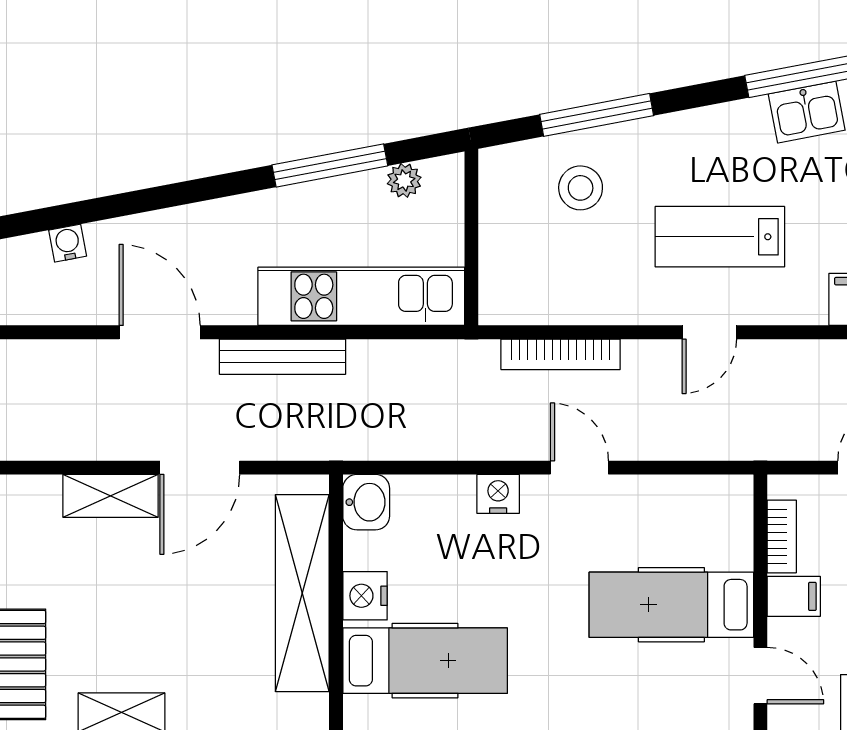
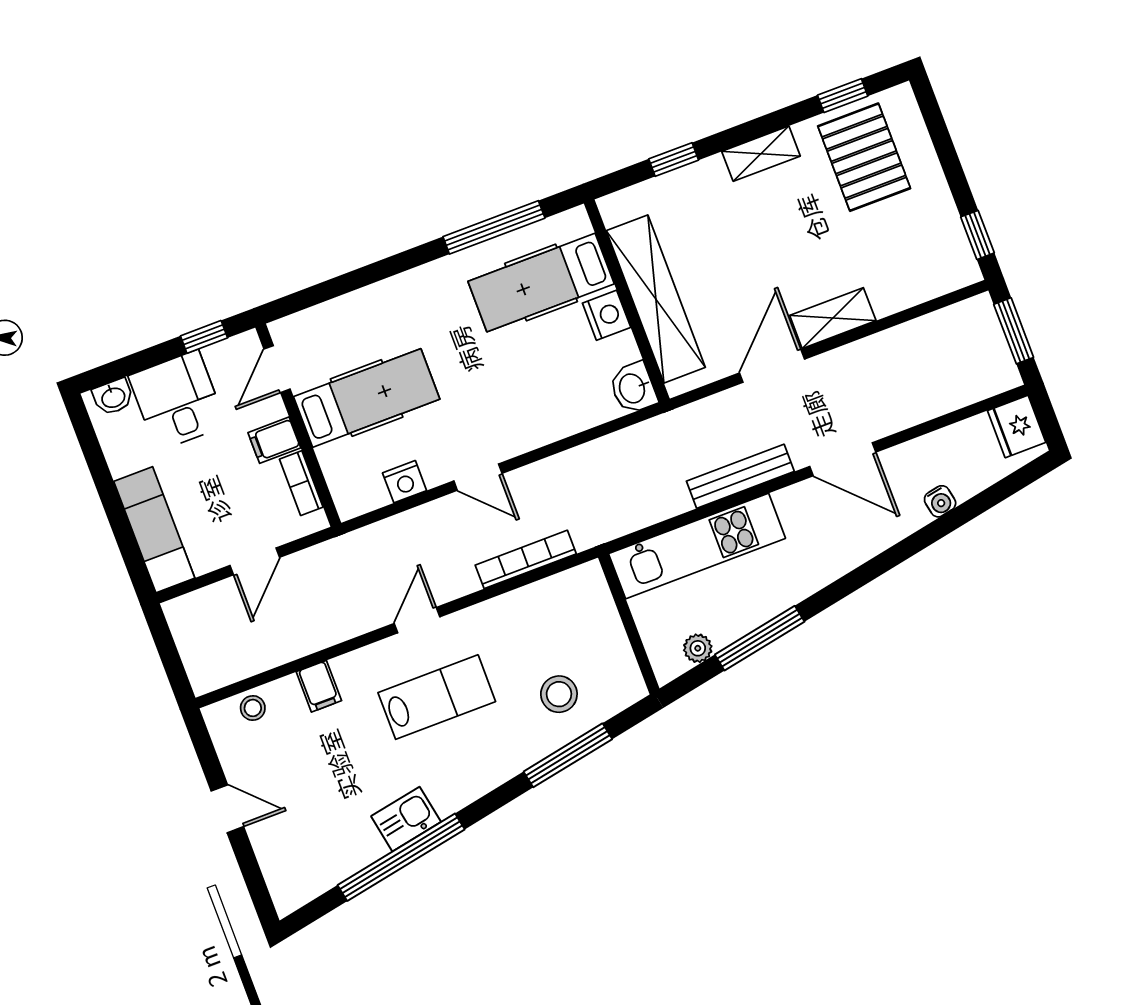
nightstand: (498, 494) -> (405, 482), moved
door: (760, 676) -> (277, 369), hinge flipped

